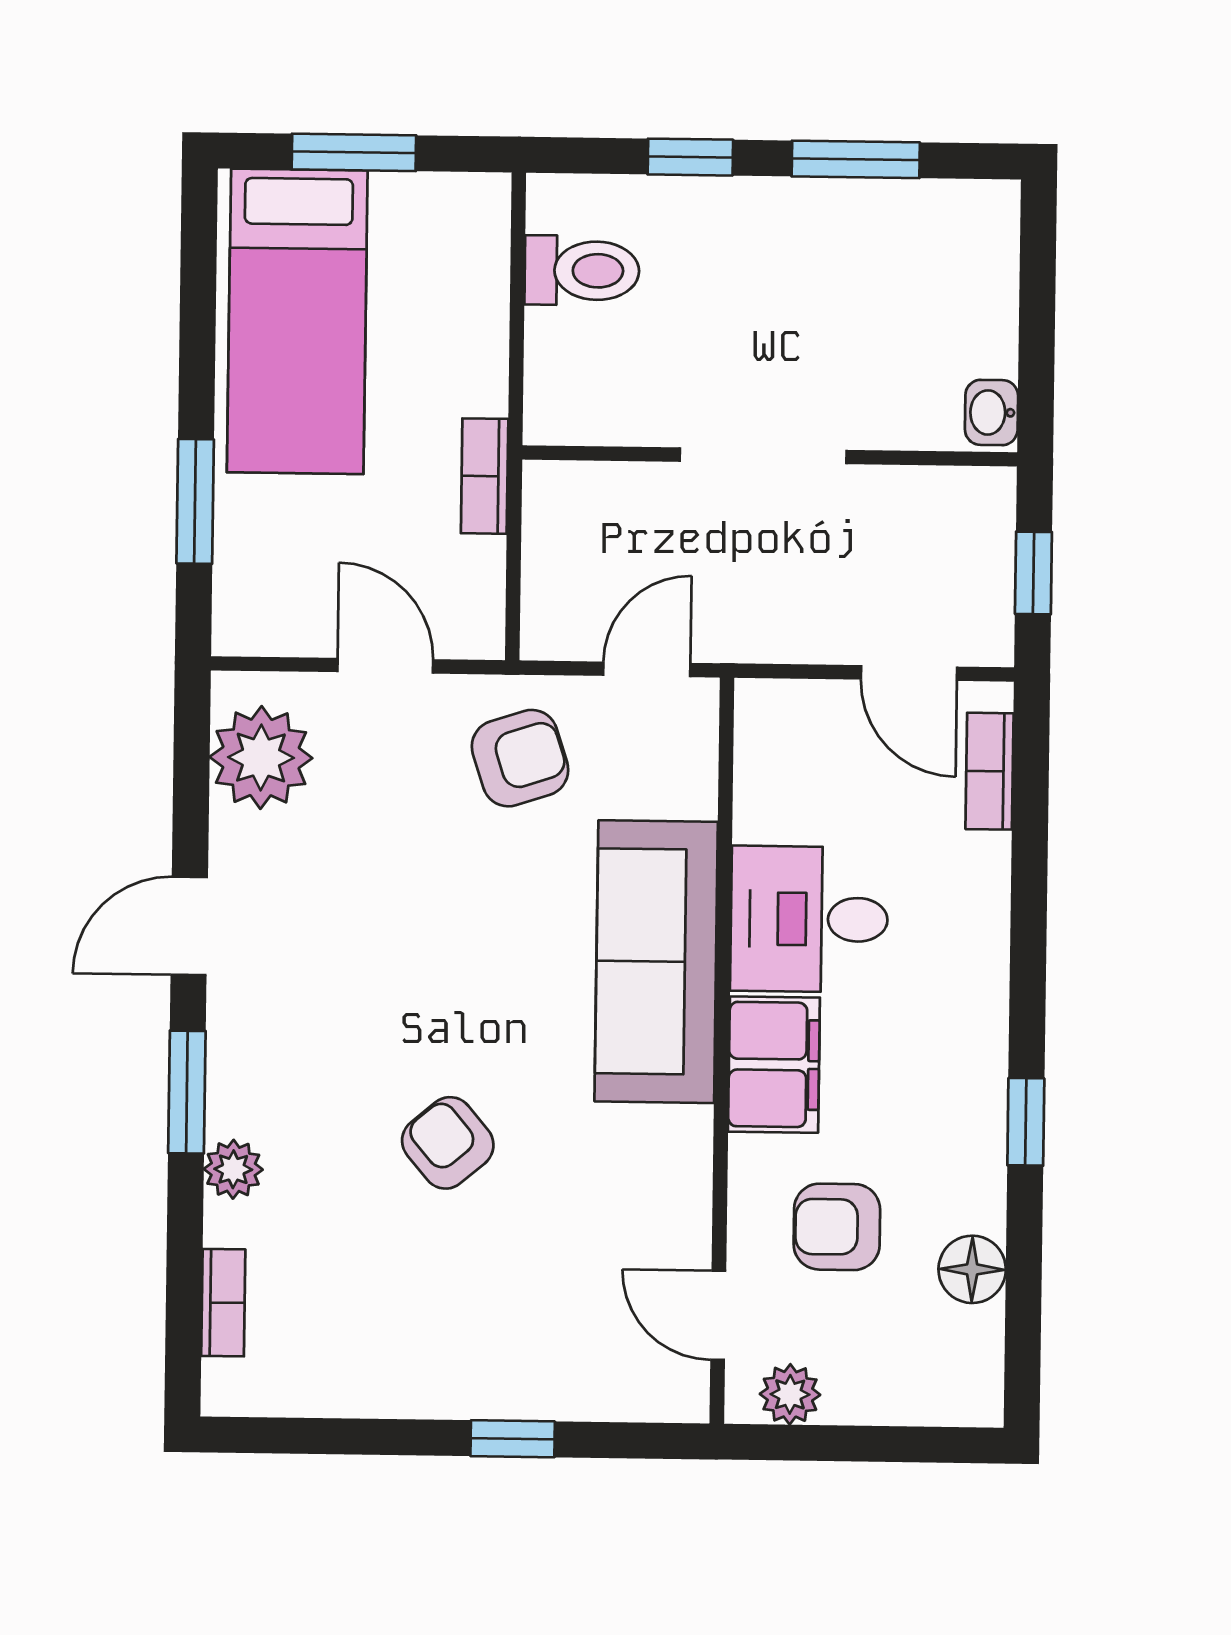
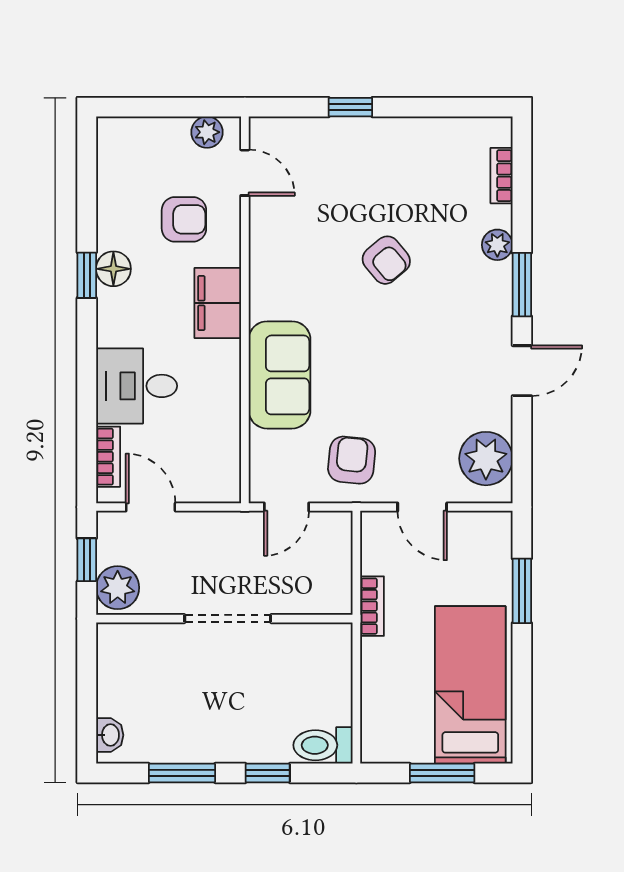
toilet: (582, 271) -> (323, 745), moved
washbasin: (991, 413) -> (110, 735), moved
plant: (975, 518) -> (118, 588), added
armchair: (520, 758) -> (352, 460), turned 114
desk: (809, 919) -> (137, 386), moved, turned 180
sofa: (656, 962) -> (280, 375), width x0.73
floor lamp: (972, 1269) -> (113, 269), moved

